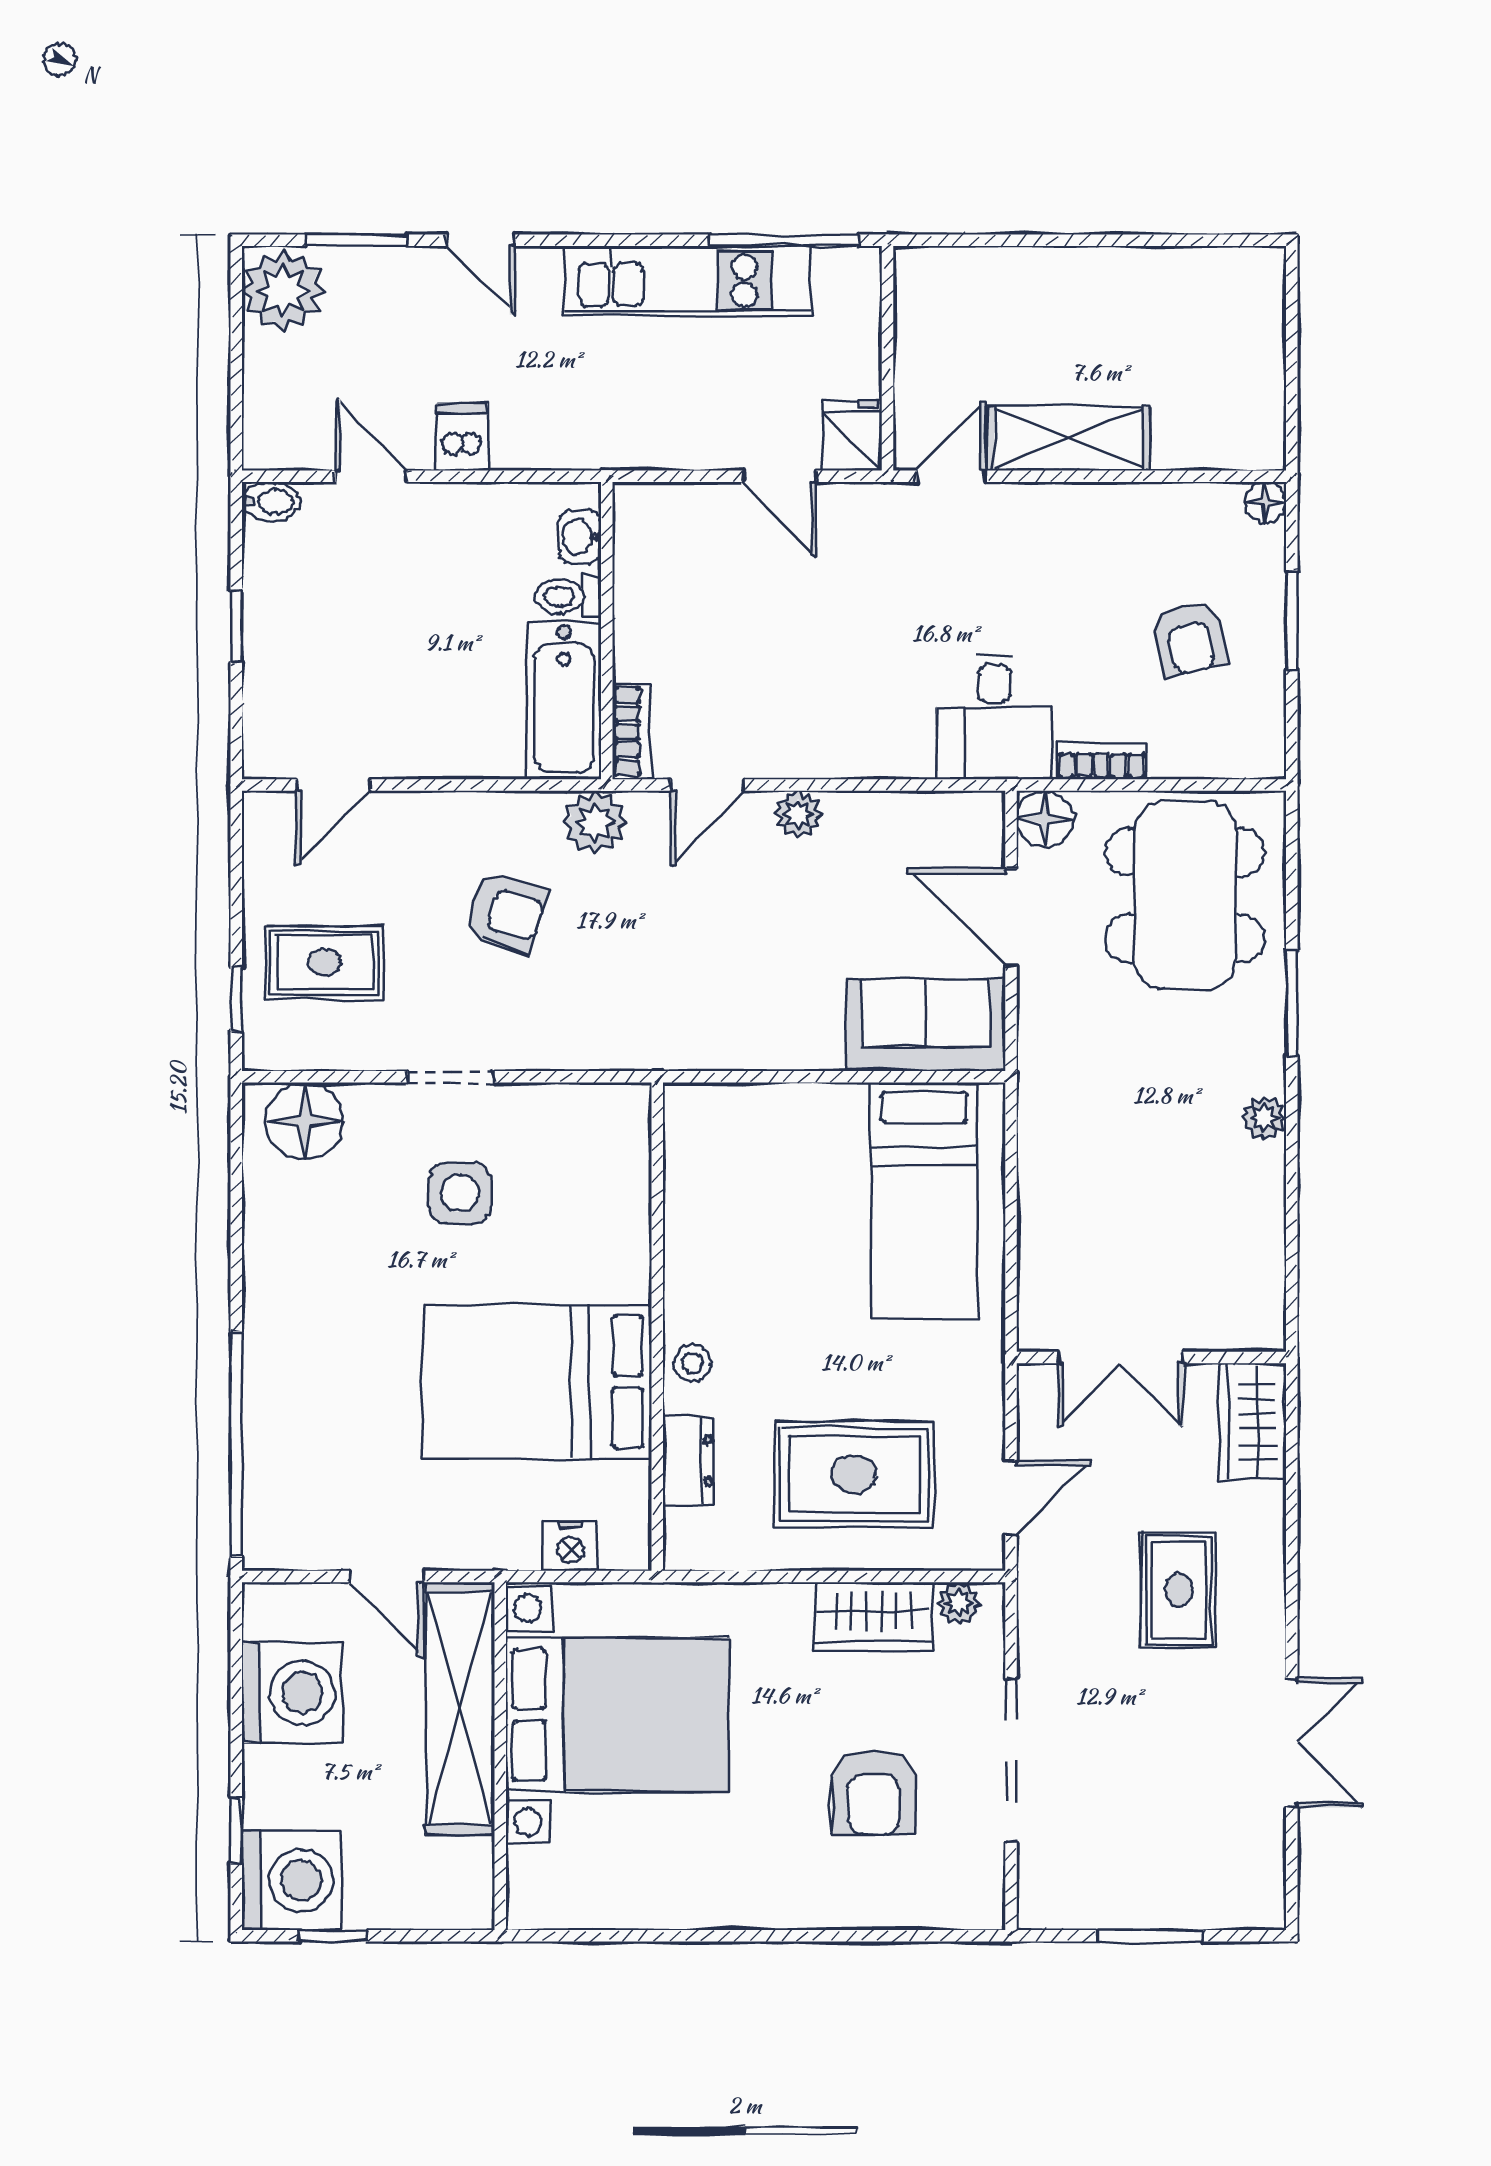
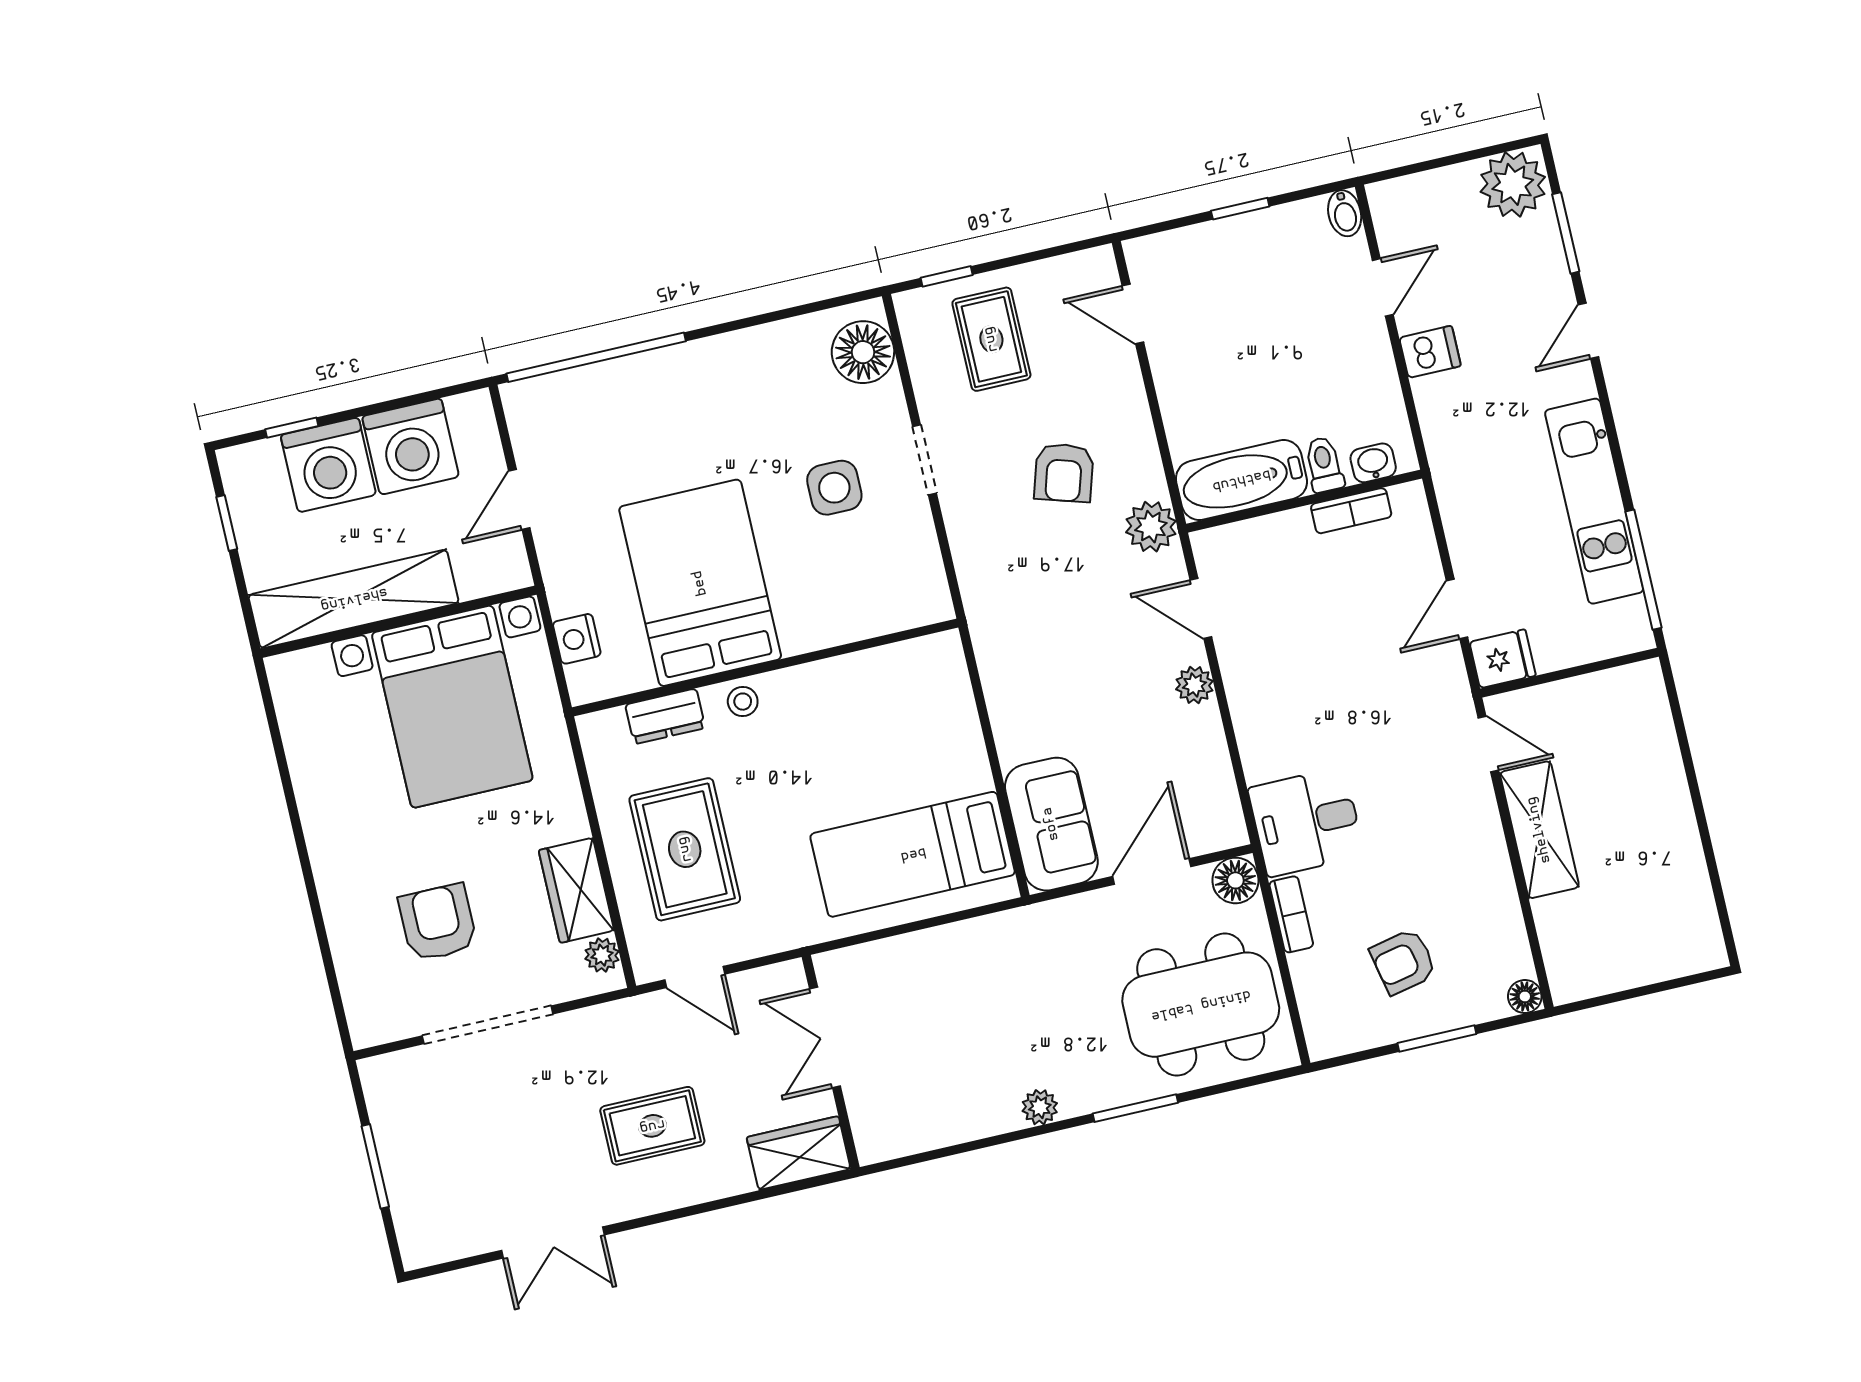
bookcase: (631, 732) -> (1351, 511), moved
shelving: (460, 1708) -> (354, 599), moved
armchair: (874, 1792) -> (438, 923), turned 90
washing machine: (291, 1881) -> (328, 465), moved

